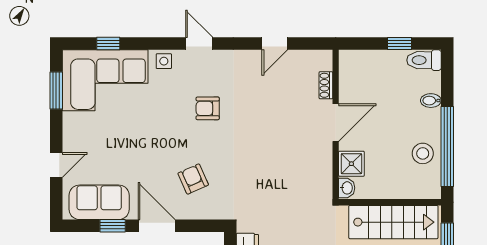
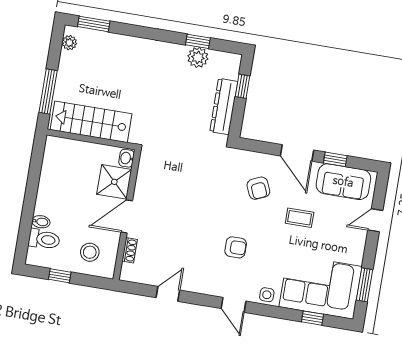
toilet: (424, 60) -> (44, 239), moved
window: (447, 146) -> (33, 180), removed
stool: (423, 153) -> (90, 252), moved
coffee table: (142, 154) -> (300, 218), added
shower: (351, 164) -> (114, 182), width x1.36, depth x1.36

